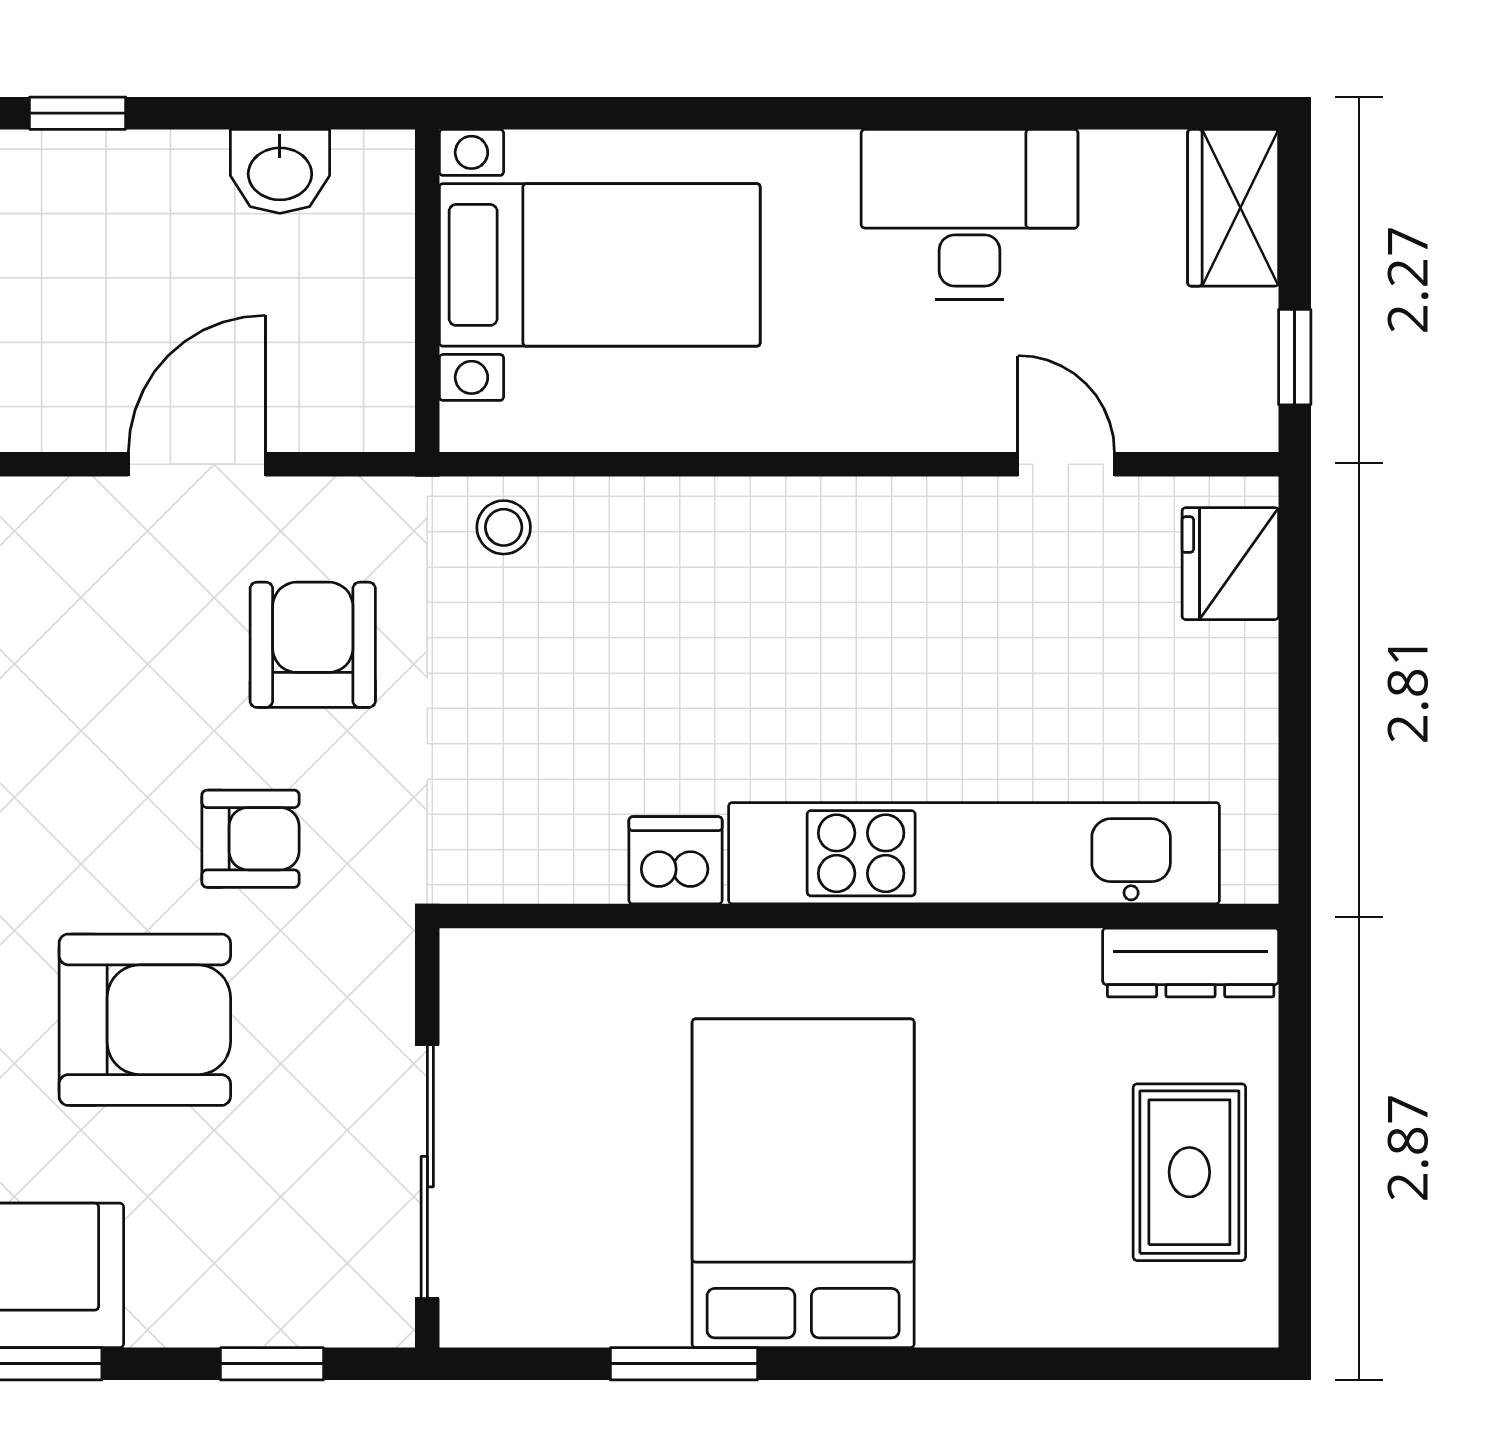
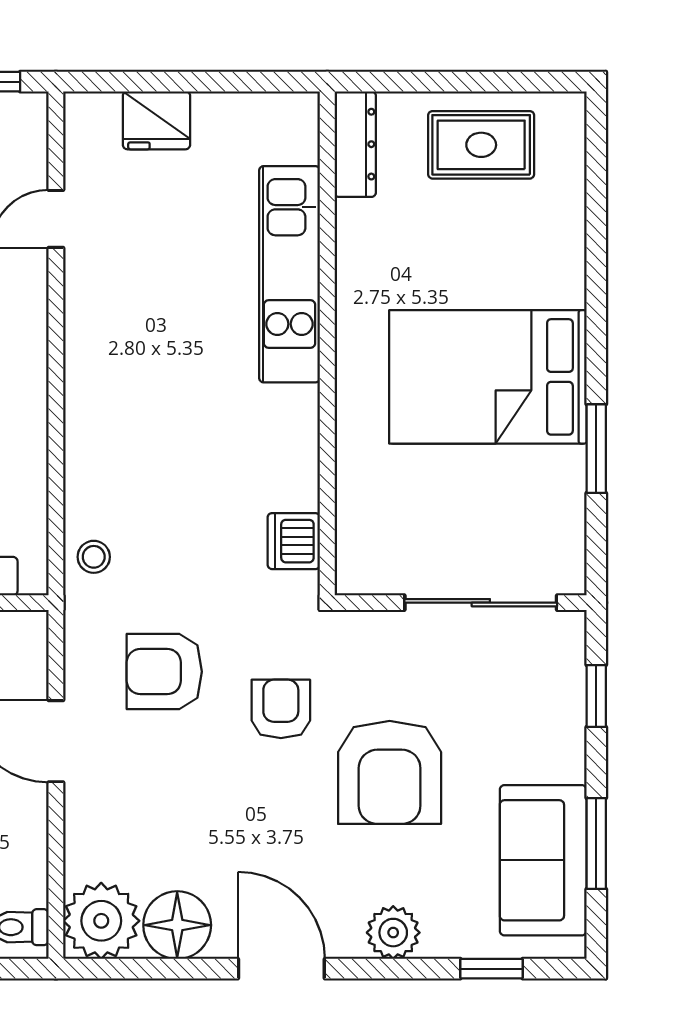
fridge: (1230, 564) -> (156, 120), moved
kitchen unit: (974, 853) -> (290, 274), width x0.73
dishwasher: (676, 860) -> (294, 541), moved
armchair: (145, 1020) -> (390, 772), turned 180

